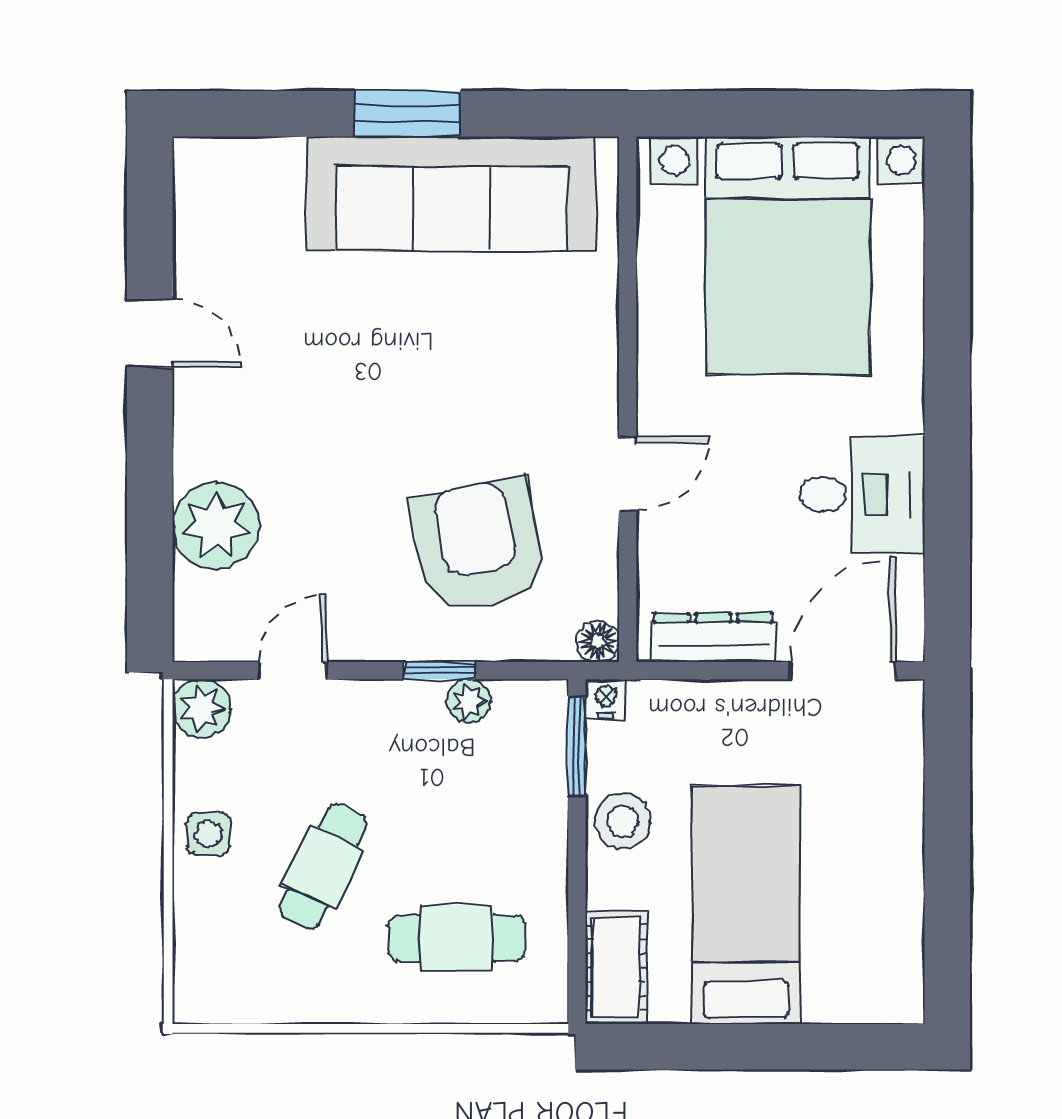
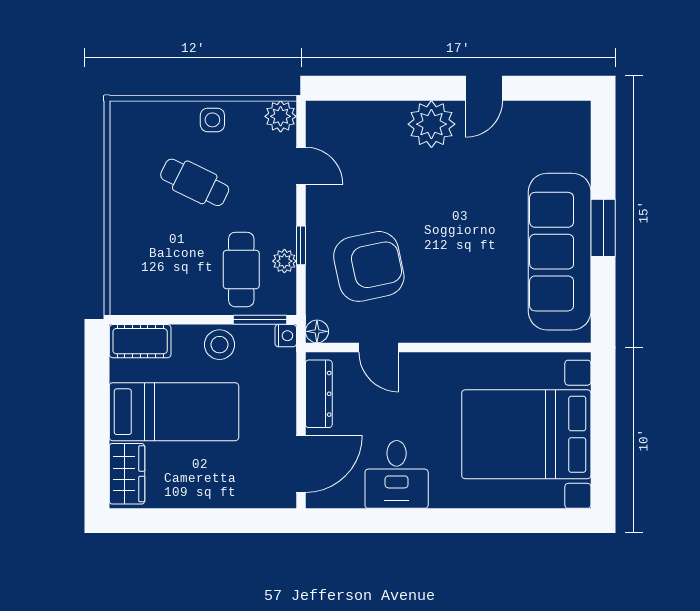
door: (628, 474) -> (379, 347), moved
plant: (216, 526) -> (431, 124), moved
door: (842, 671) -> (301, 464), hinge flipped
cafe table: (457, 938) -> (241, 270), moved
wardrobe: (861, 992) -> (127, 474), added

